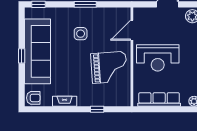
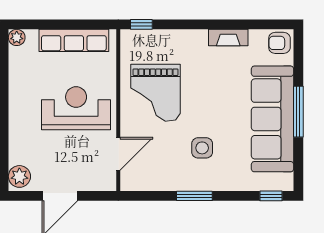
window: (22, 56) -> (298, 112), width x2.17
grand piano: (109, 67) -> (156, 93), turned -86
window: (97, 109) -> (141, 24), moved

